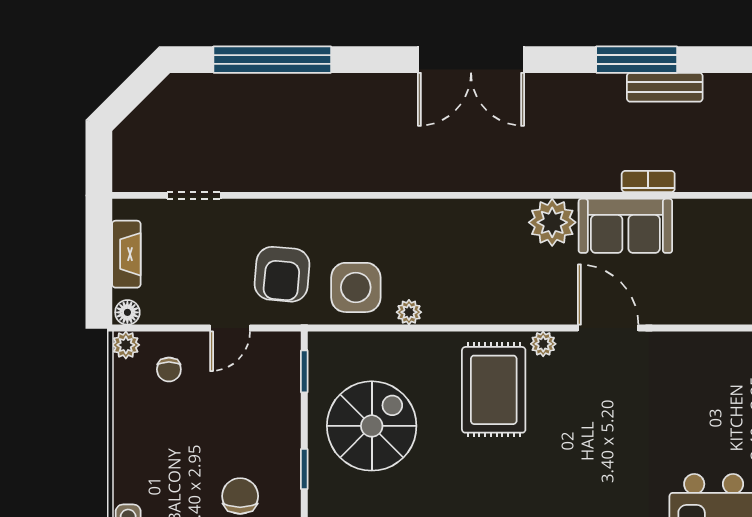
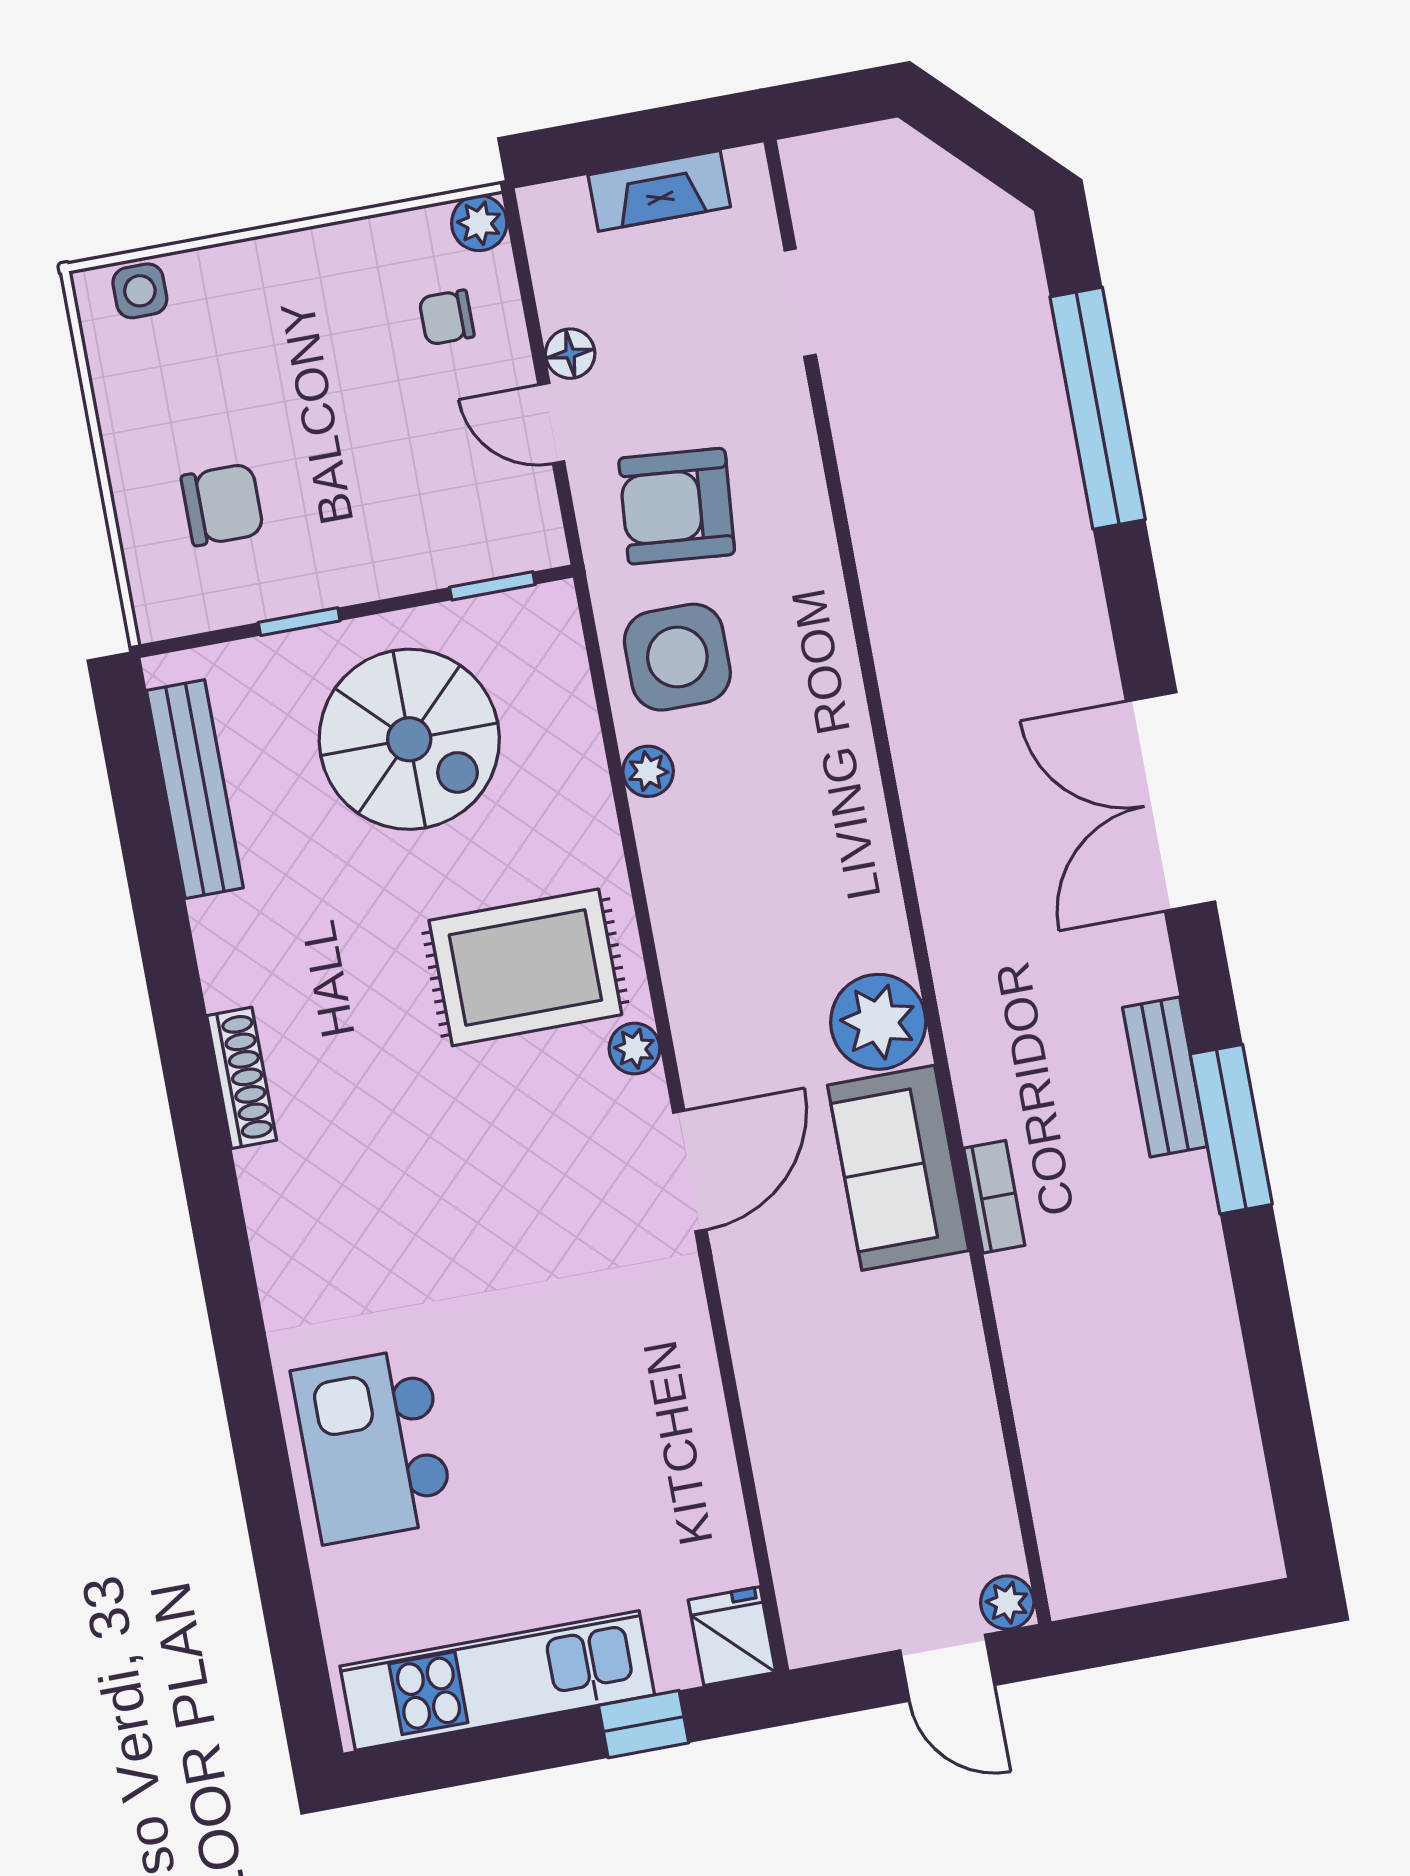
bench: (665, 87) -> (1165, 1077), moved
floor lamp: (127, 312) -> (570, 354), moved

